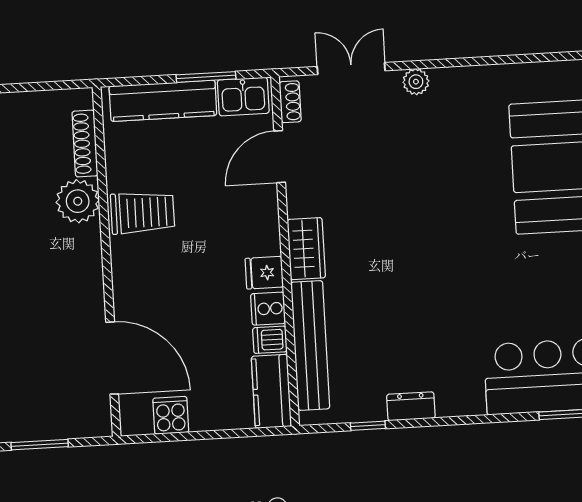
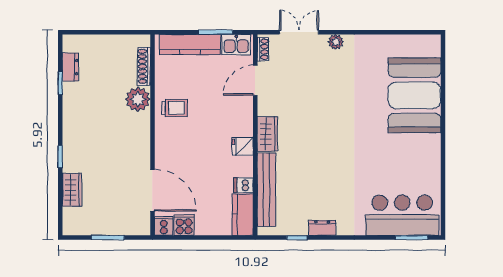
trolley: (143, 213) -> (175, 108), width x0.73, depth x0.72
cooker: (268, 309) -> (164, 226), moved, turned 90

